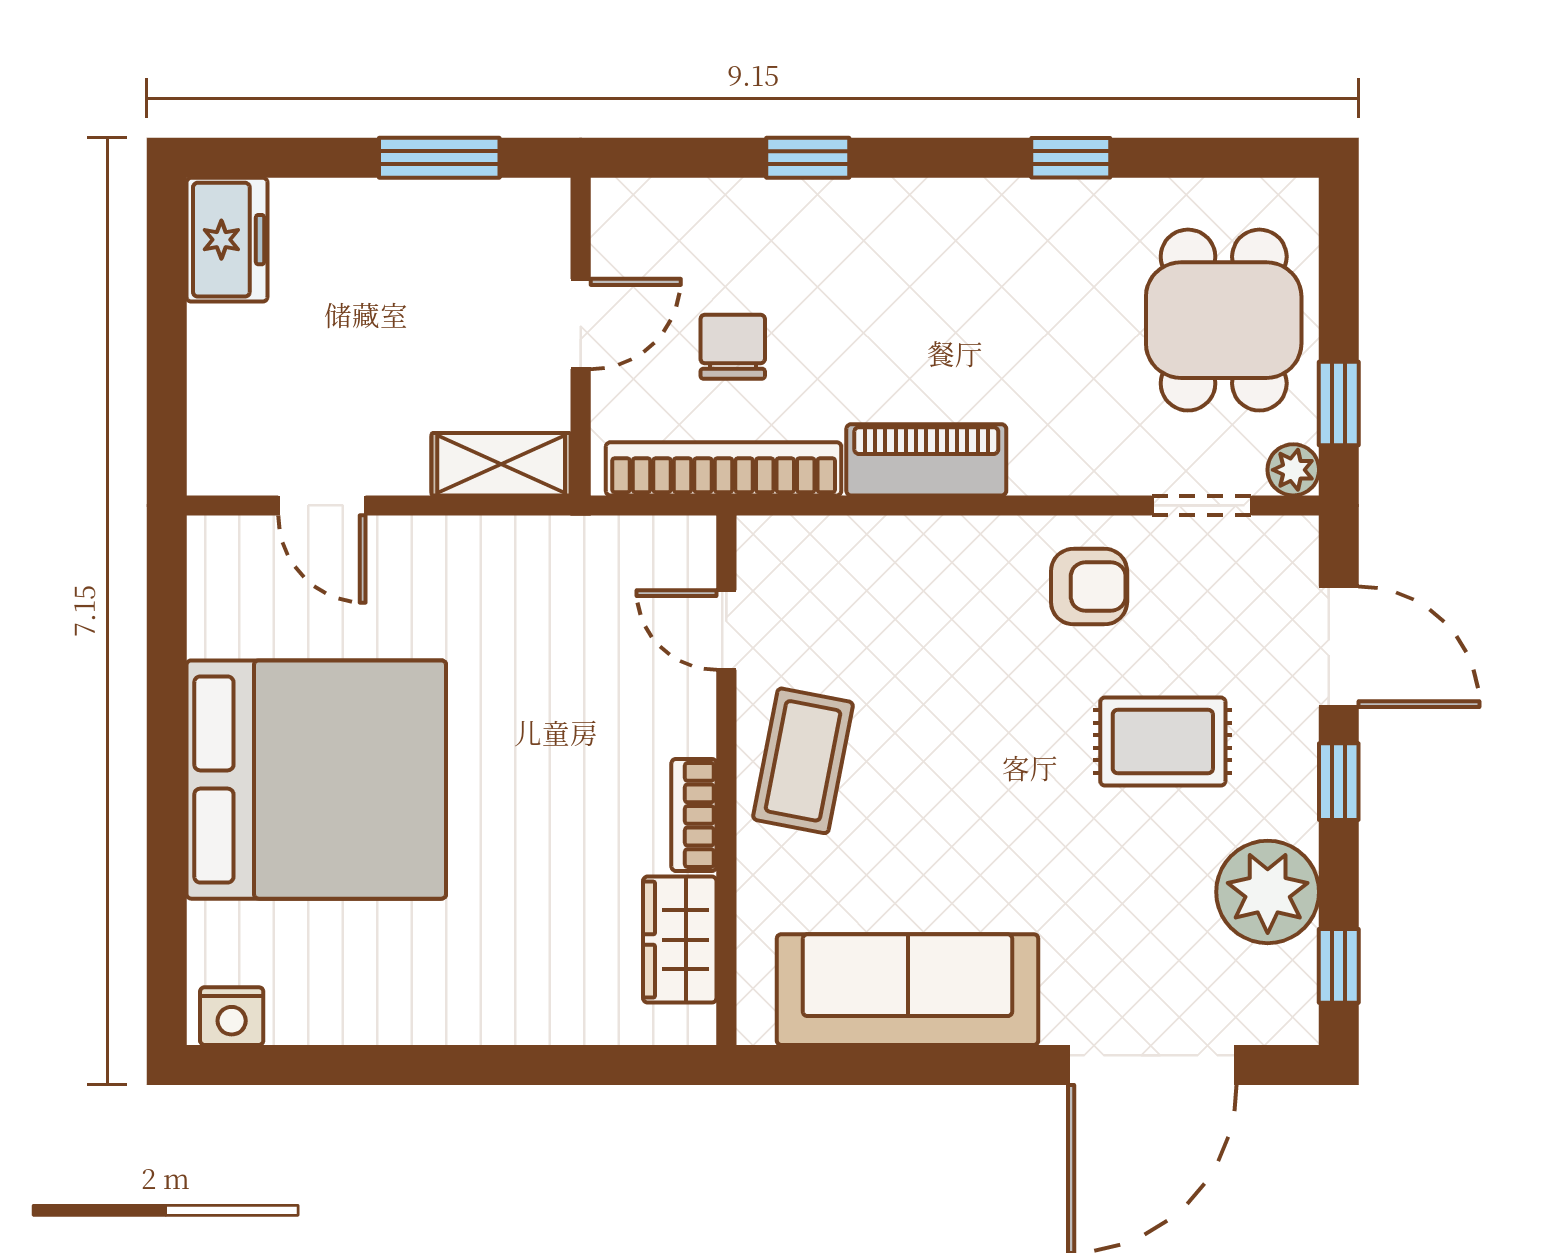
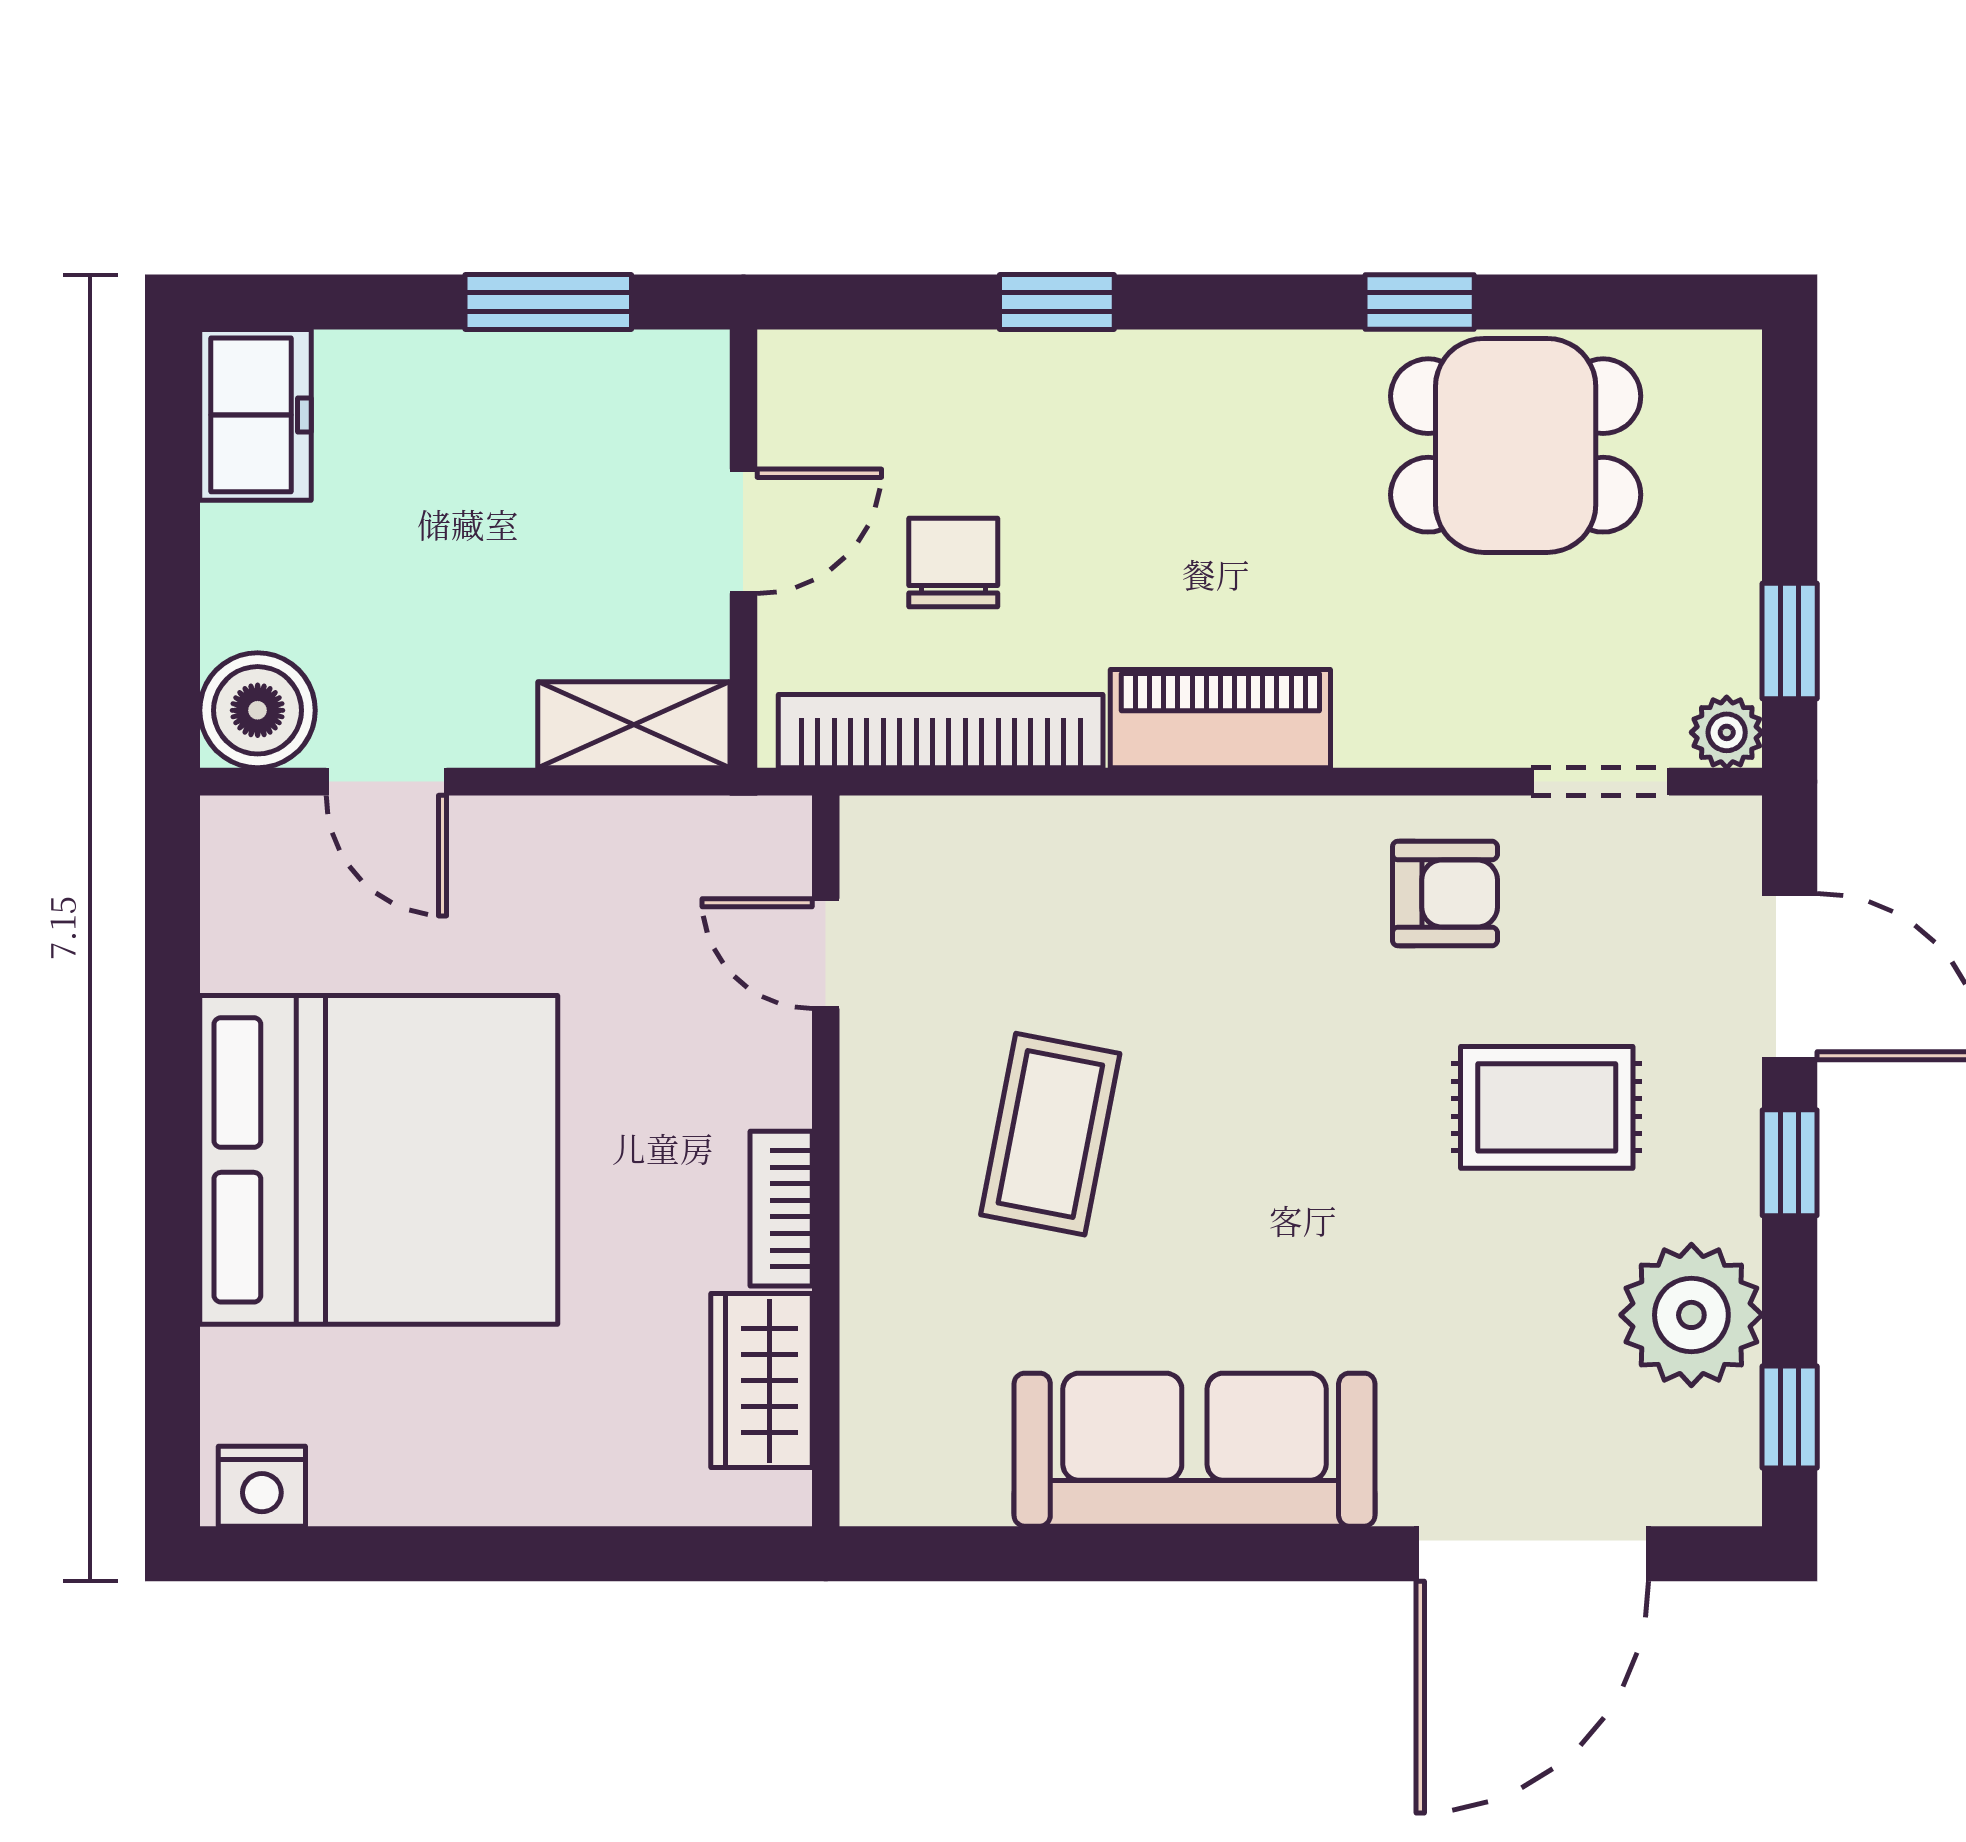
dining table: (1224, 320) -> (1516, 445), moved, turned 90
boiler: (228, 454) -> (258, 710), added
door: (726, 630) -> (826, 954), moved
wall: (726, 780) -> (826, 1161), moved
bookcase: (694, 815) -> (781, 1209), moved
wardrobe: (680, 940) -> (761, 1381), moved

